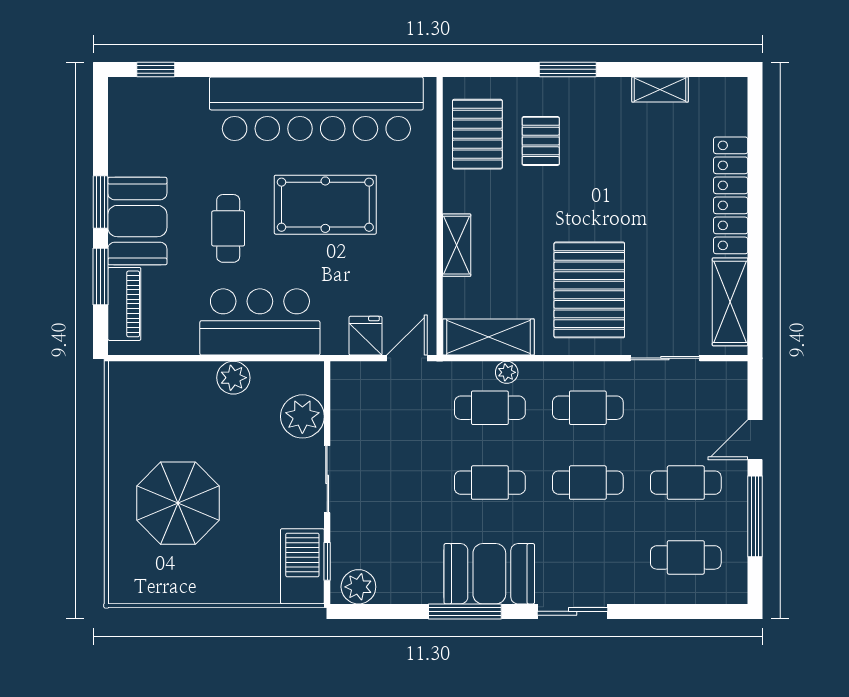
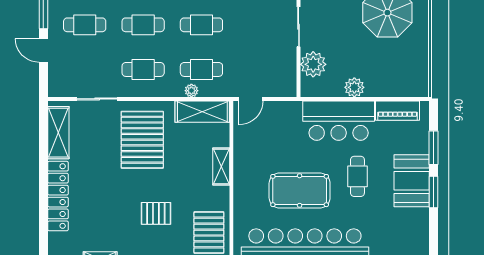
pallet: (541, 141) -> (156, 213), moved, turned 90
piano: (124, 304) -> (398, 111), moved, turned -90
fridge: (365, 336) -> (276, 112), removed
door: (755, 440) -> (43, 50), swing flipped

